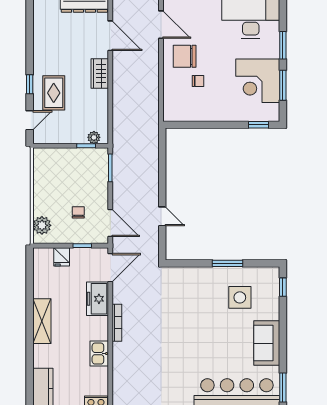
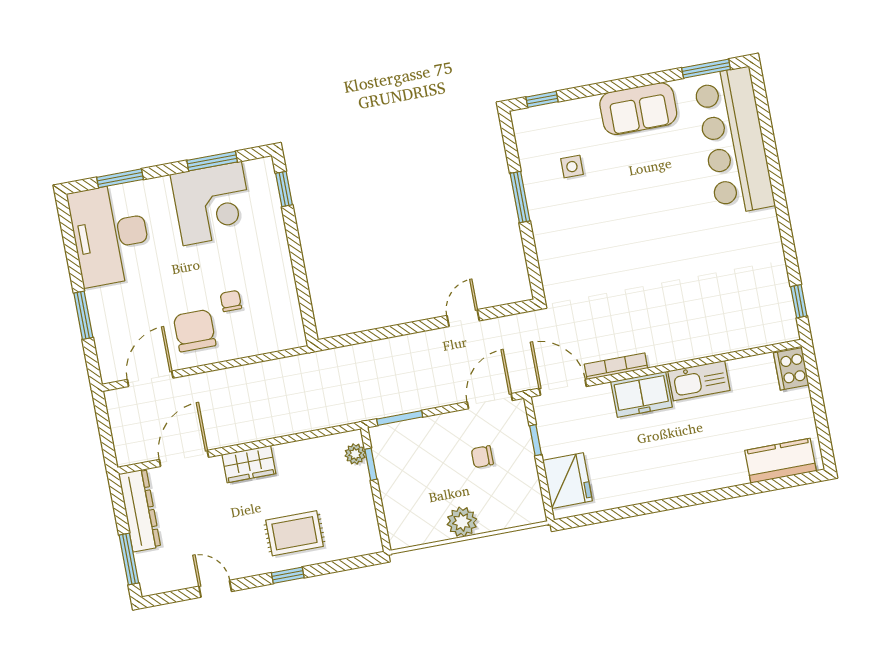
window: (283, 45) -> (120, 178), moved
chair: (185, 56) -> (195, 331), turned 180
door: (30, 120) -> (215, 589), moved
plant: (42, 225) -> (462, 522), moved
fridge: (62, 257) -> (567, 481), width x1.88, depth x1.34
side table: (240, 297) -> (572, 167), width x0.54, depth x0.54
freezer: (97, 299) -> (642, 394), moved
shelving: (42, 321) -> (671, 483), removed
bookcase: (117, 323) -> (616, 366), moved
kitchen sink: (99, 354) -> (699, 381), width x1.38

